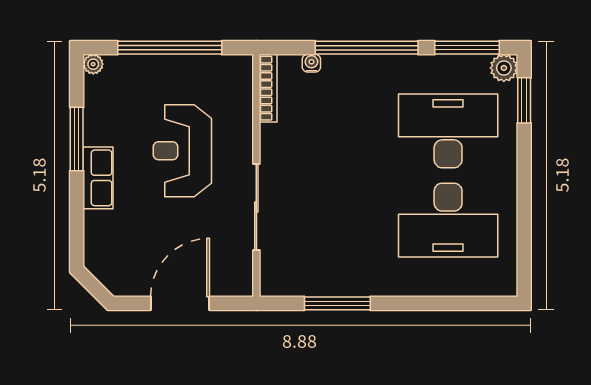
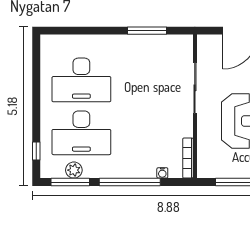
plant: (504, 68) -> (74, 170), moved
window: (524, 100) -> (36, 151), width x0.67
desk: (448, 220) -> (81, 80), turned 180

